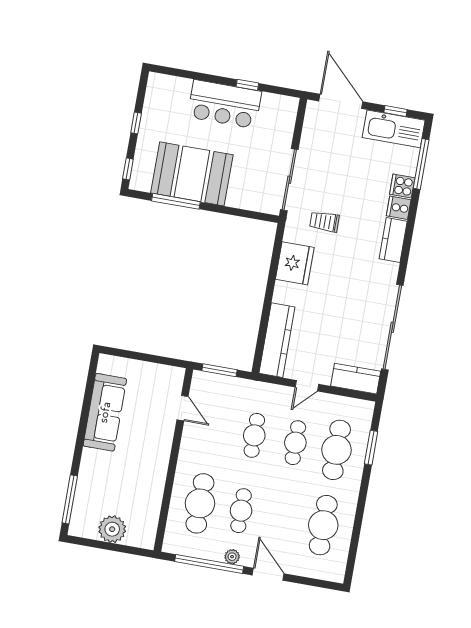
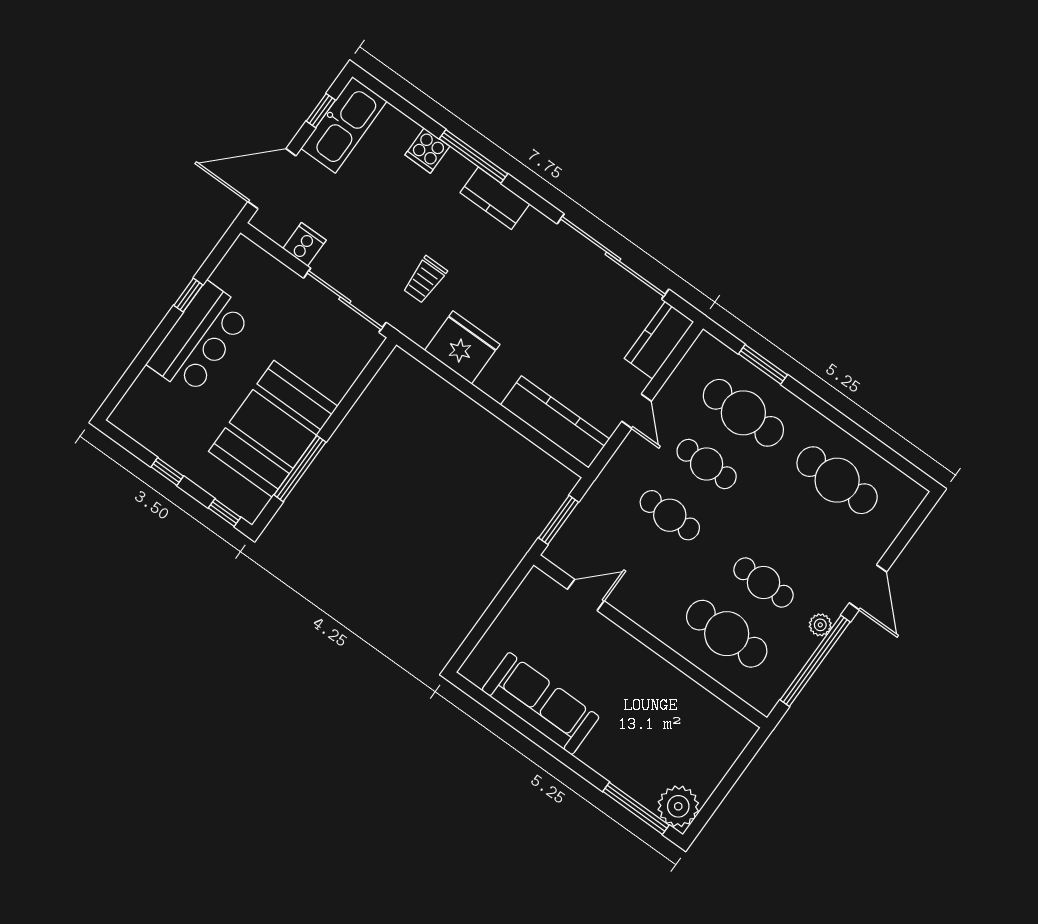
window: (421, 164) -> (473, 156), moved
cooker: (399, 208) -> (304, 244), moved, turned 180
plant: (112, 529) -> (678, 806), moved
door: (268, 574) -> (868, 587), swing flipped

